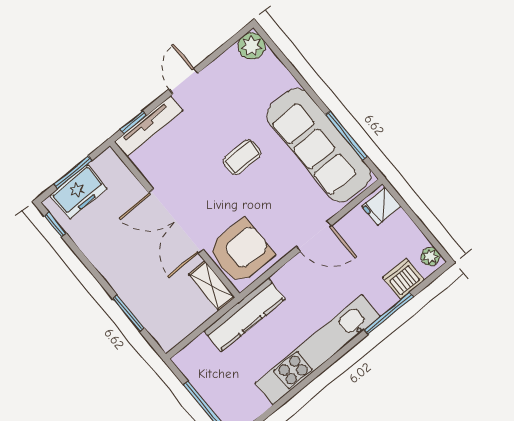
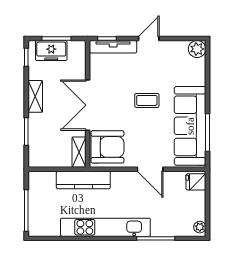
shelving: (105, 262) -> (35, 96), added
dishwasher: (403, 279) -> (177, 227), removed

